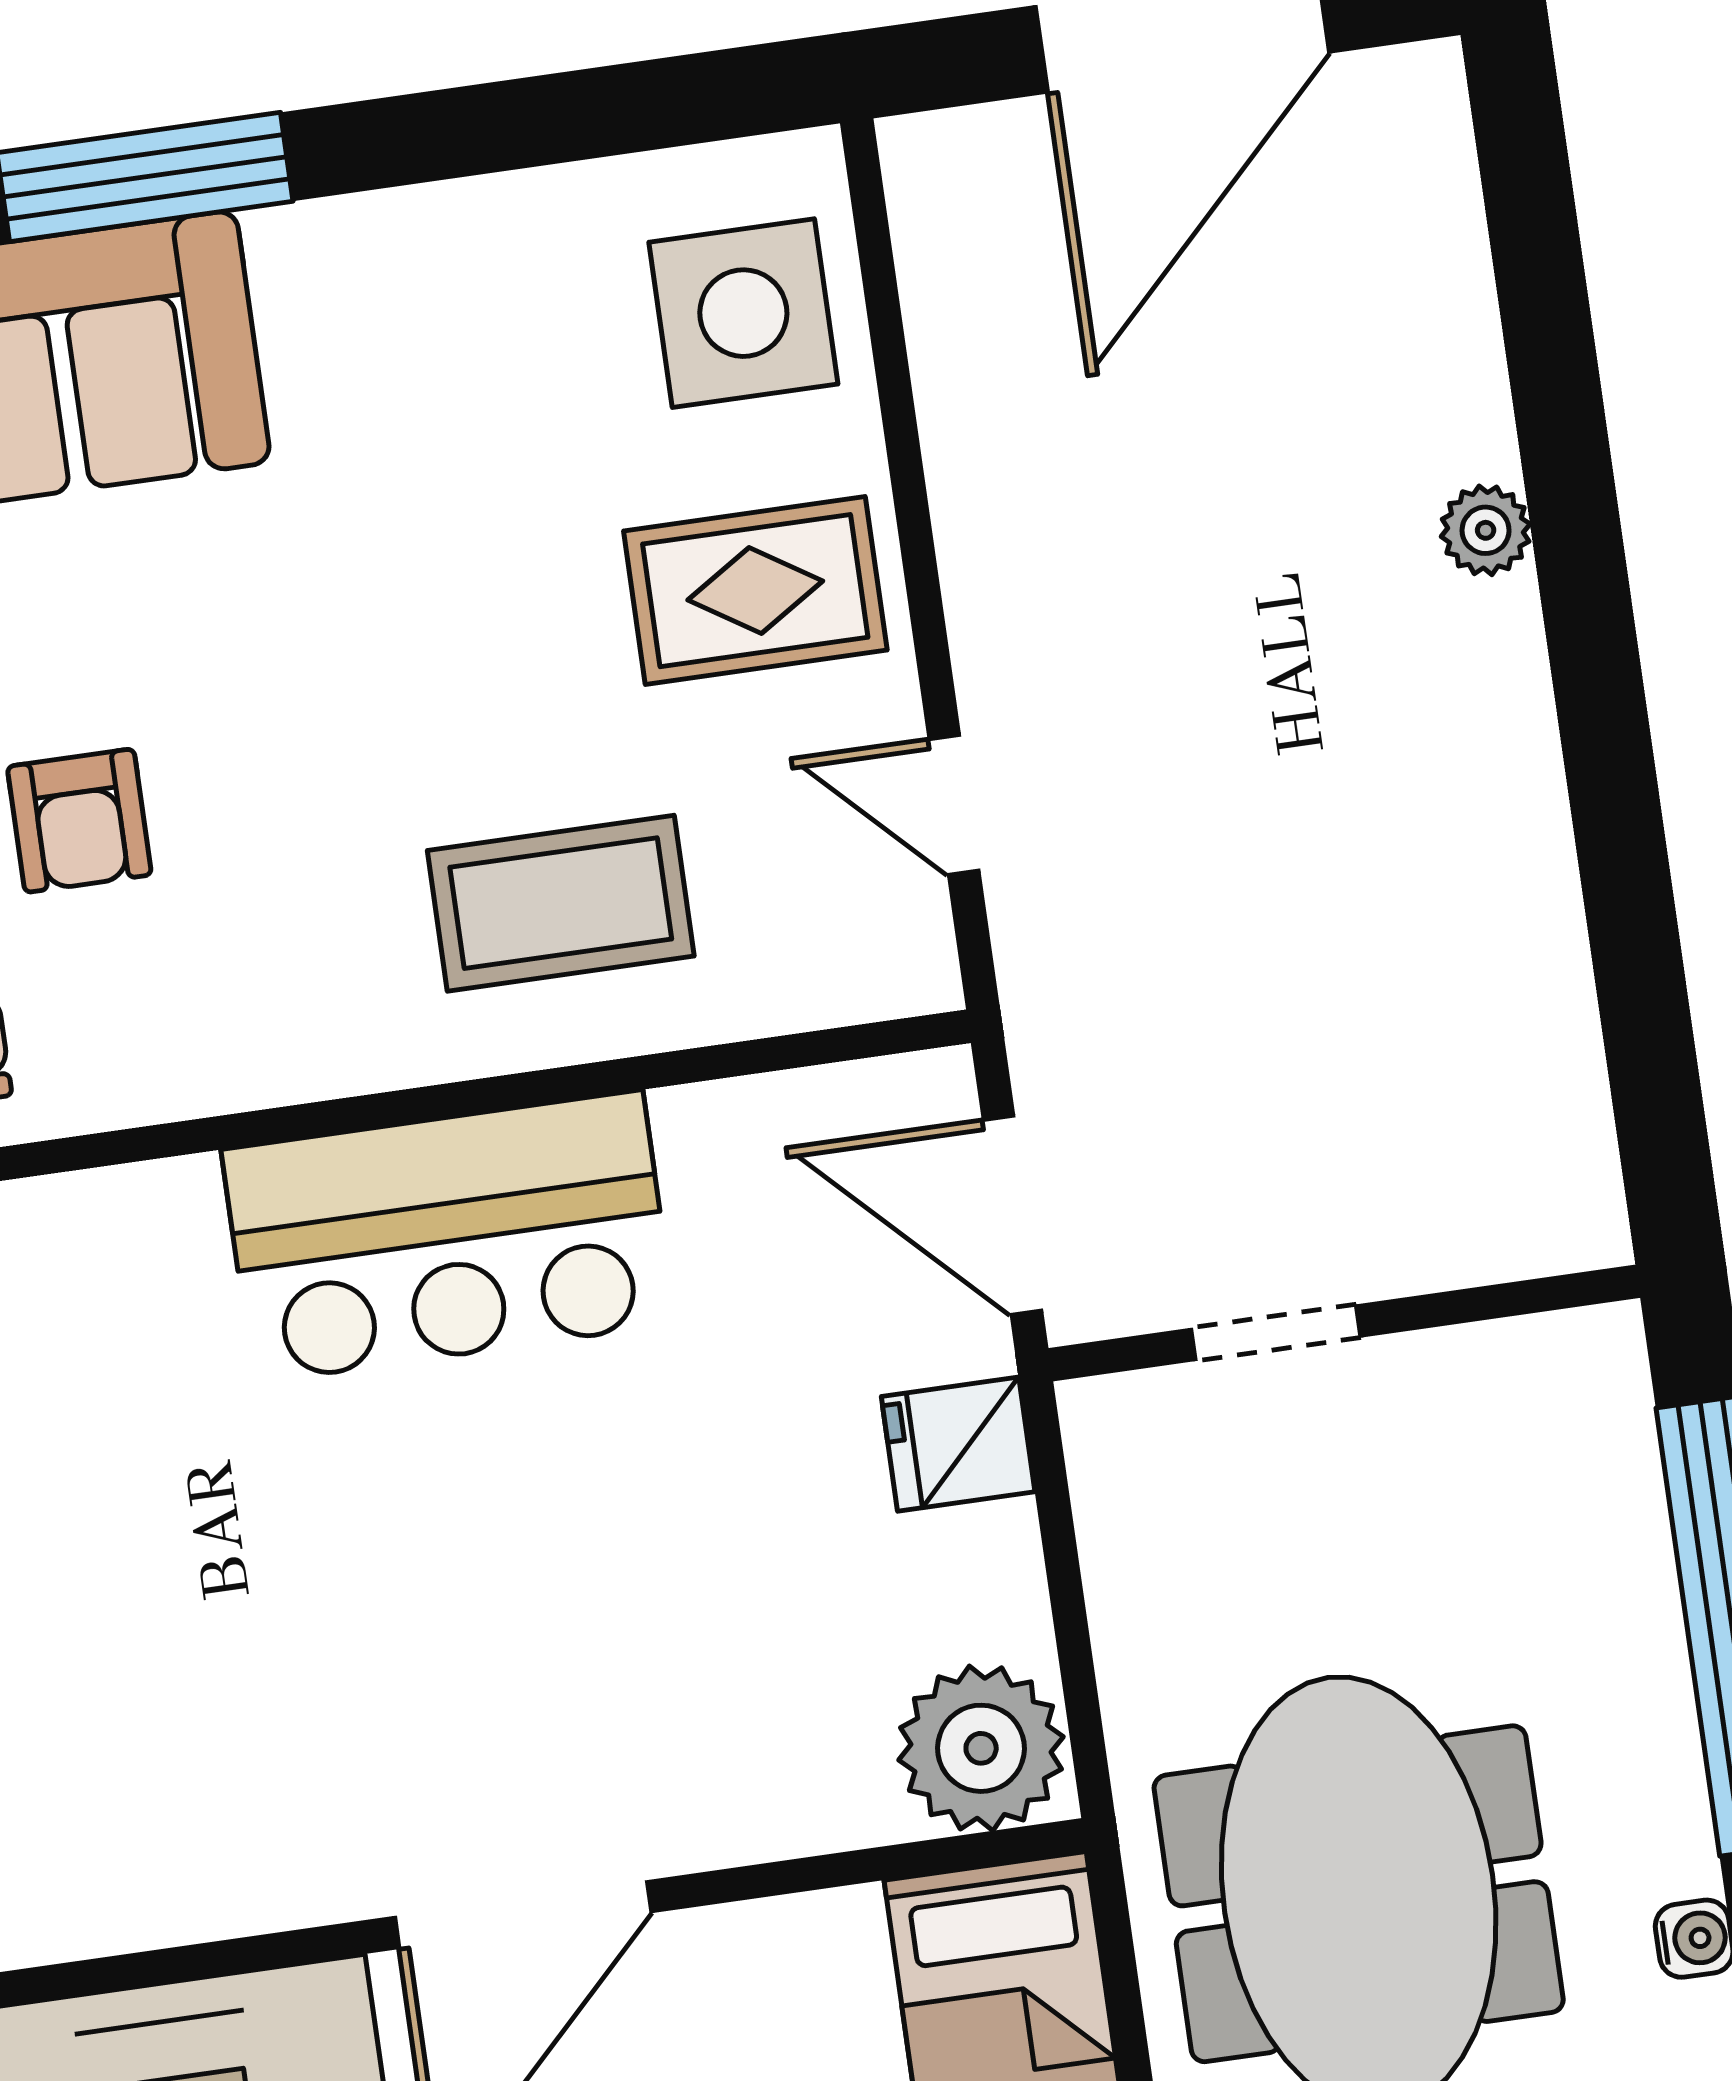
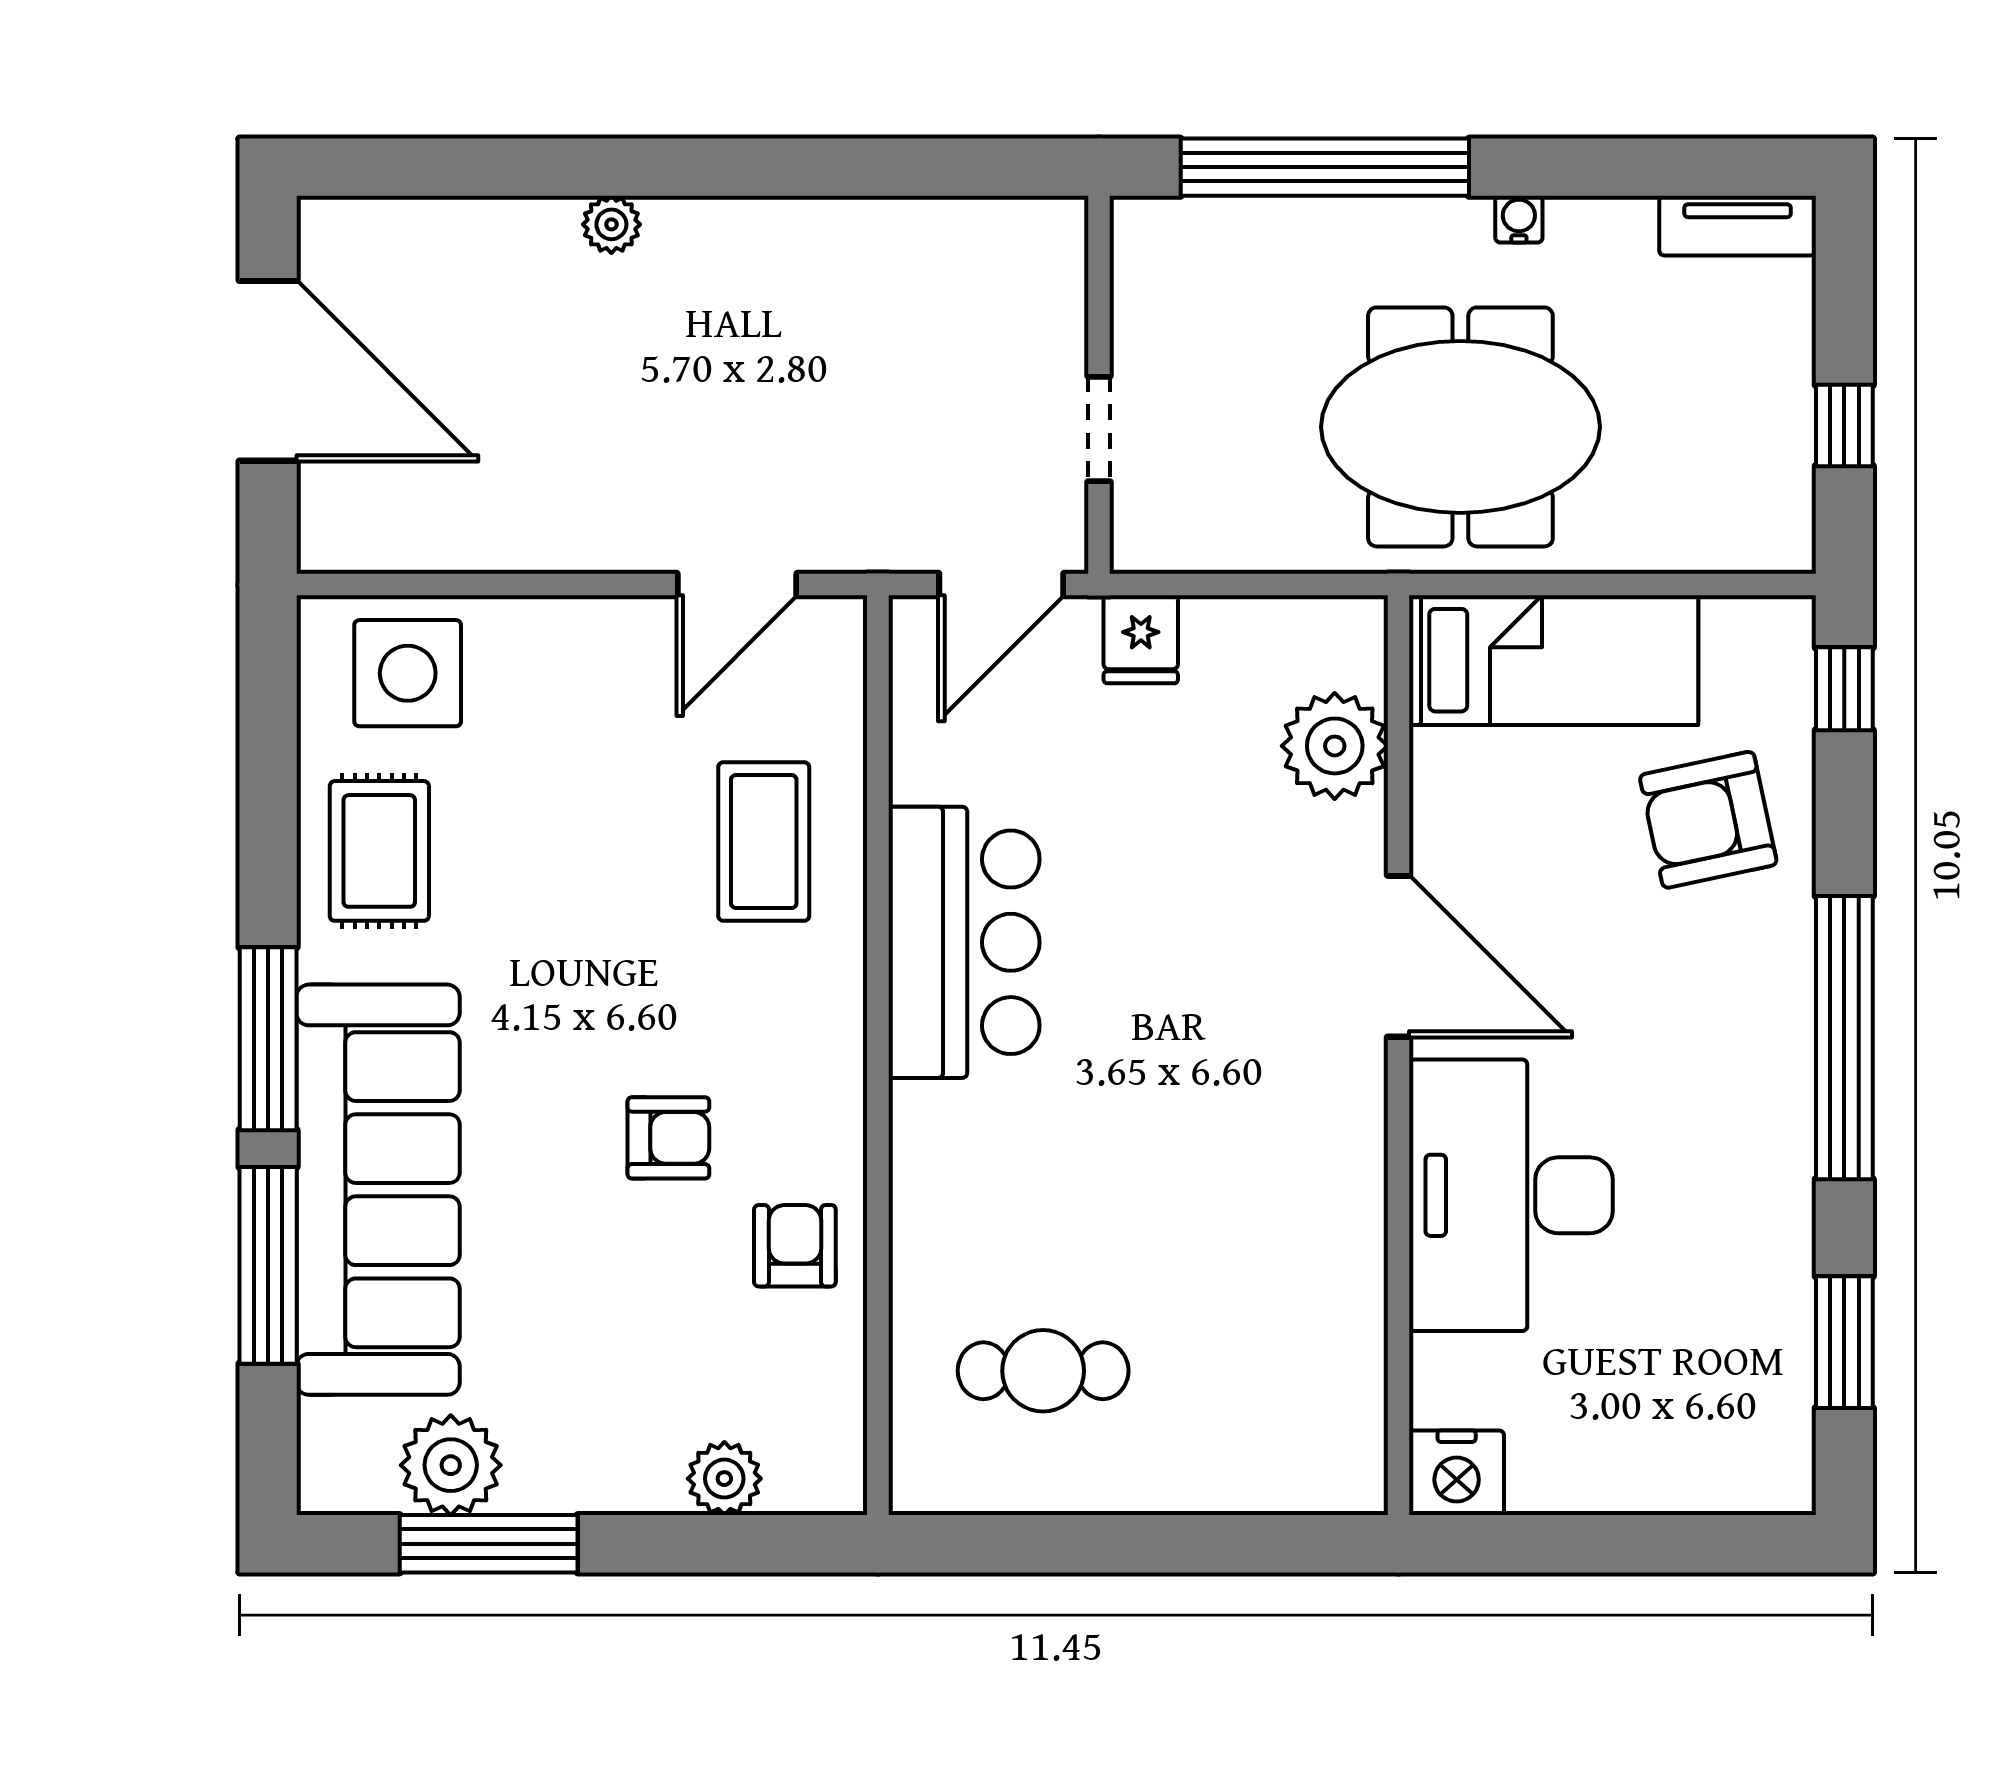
rug: (755, 591) -> (379, 851), moved
door: (954, 805) -> (737, 584), width x1.38
plant: (981, 1748) -> (1335, 746), moved

